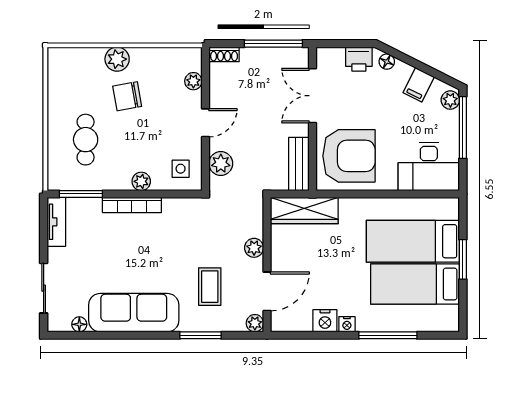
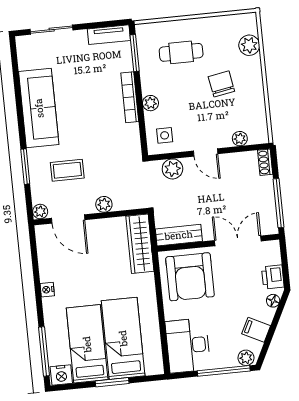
plant: (117, 59) -> (249, 45), moved
nightstand: (325, 321) -> (61, 375), moved, turned -90
floor lamp: (79, 324) -> (24, 63), removed
window: (388, 335) -> (44, 351), moved

